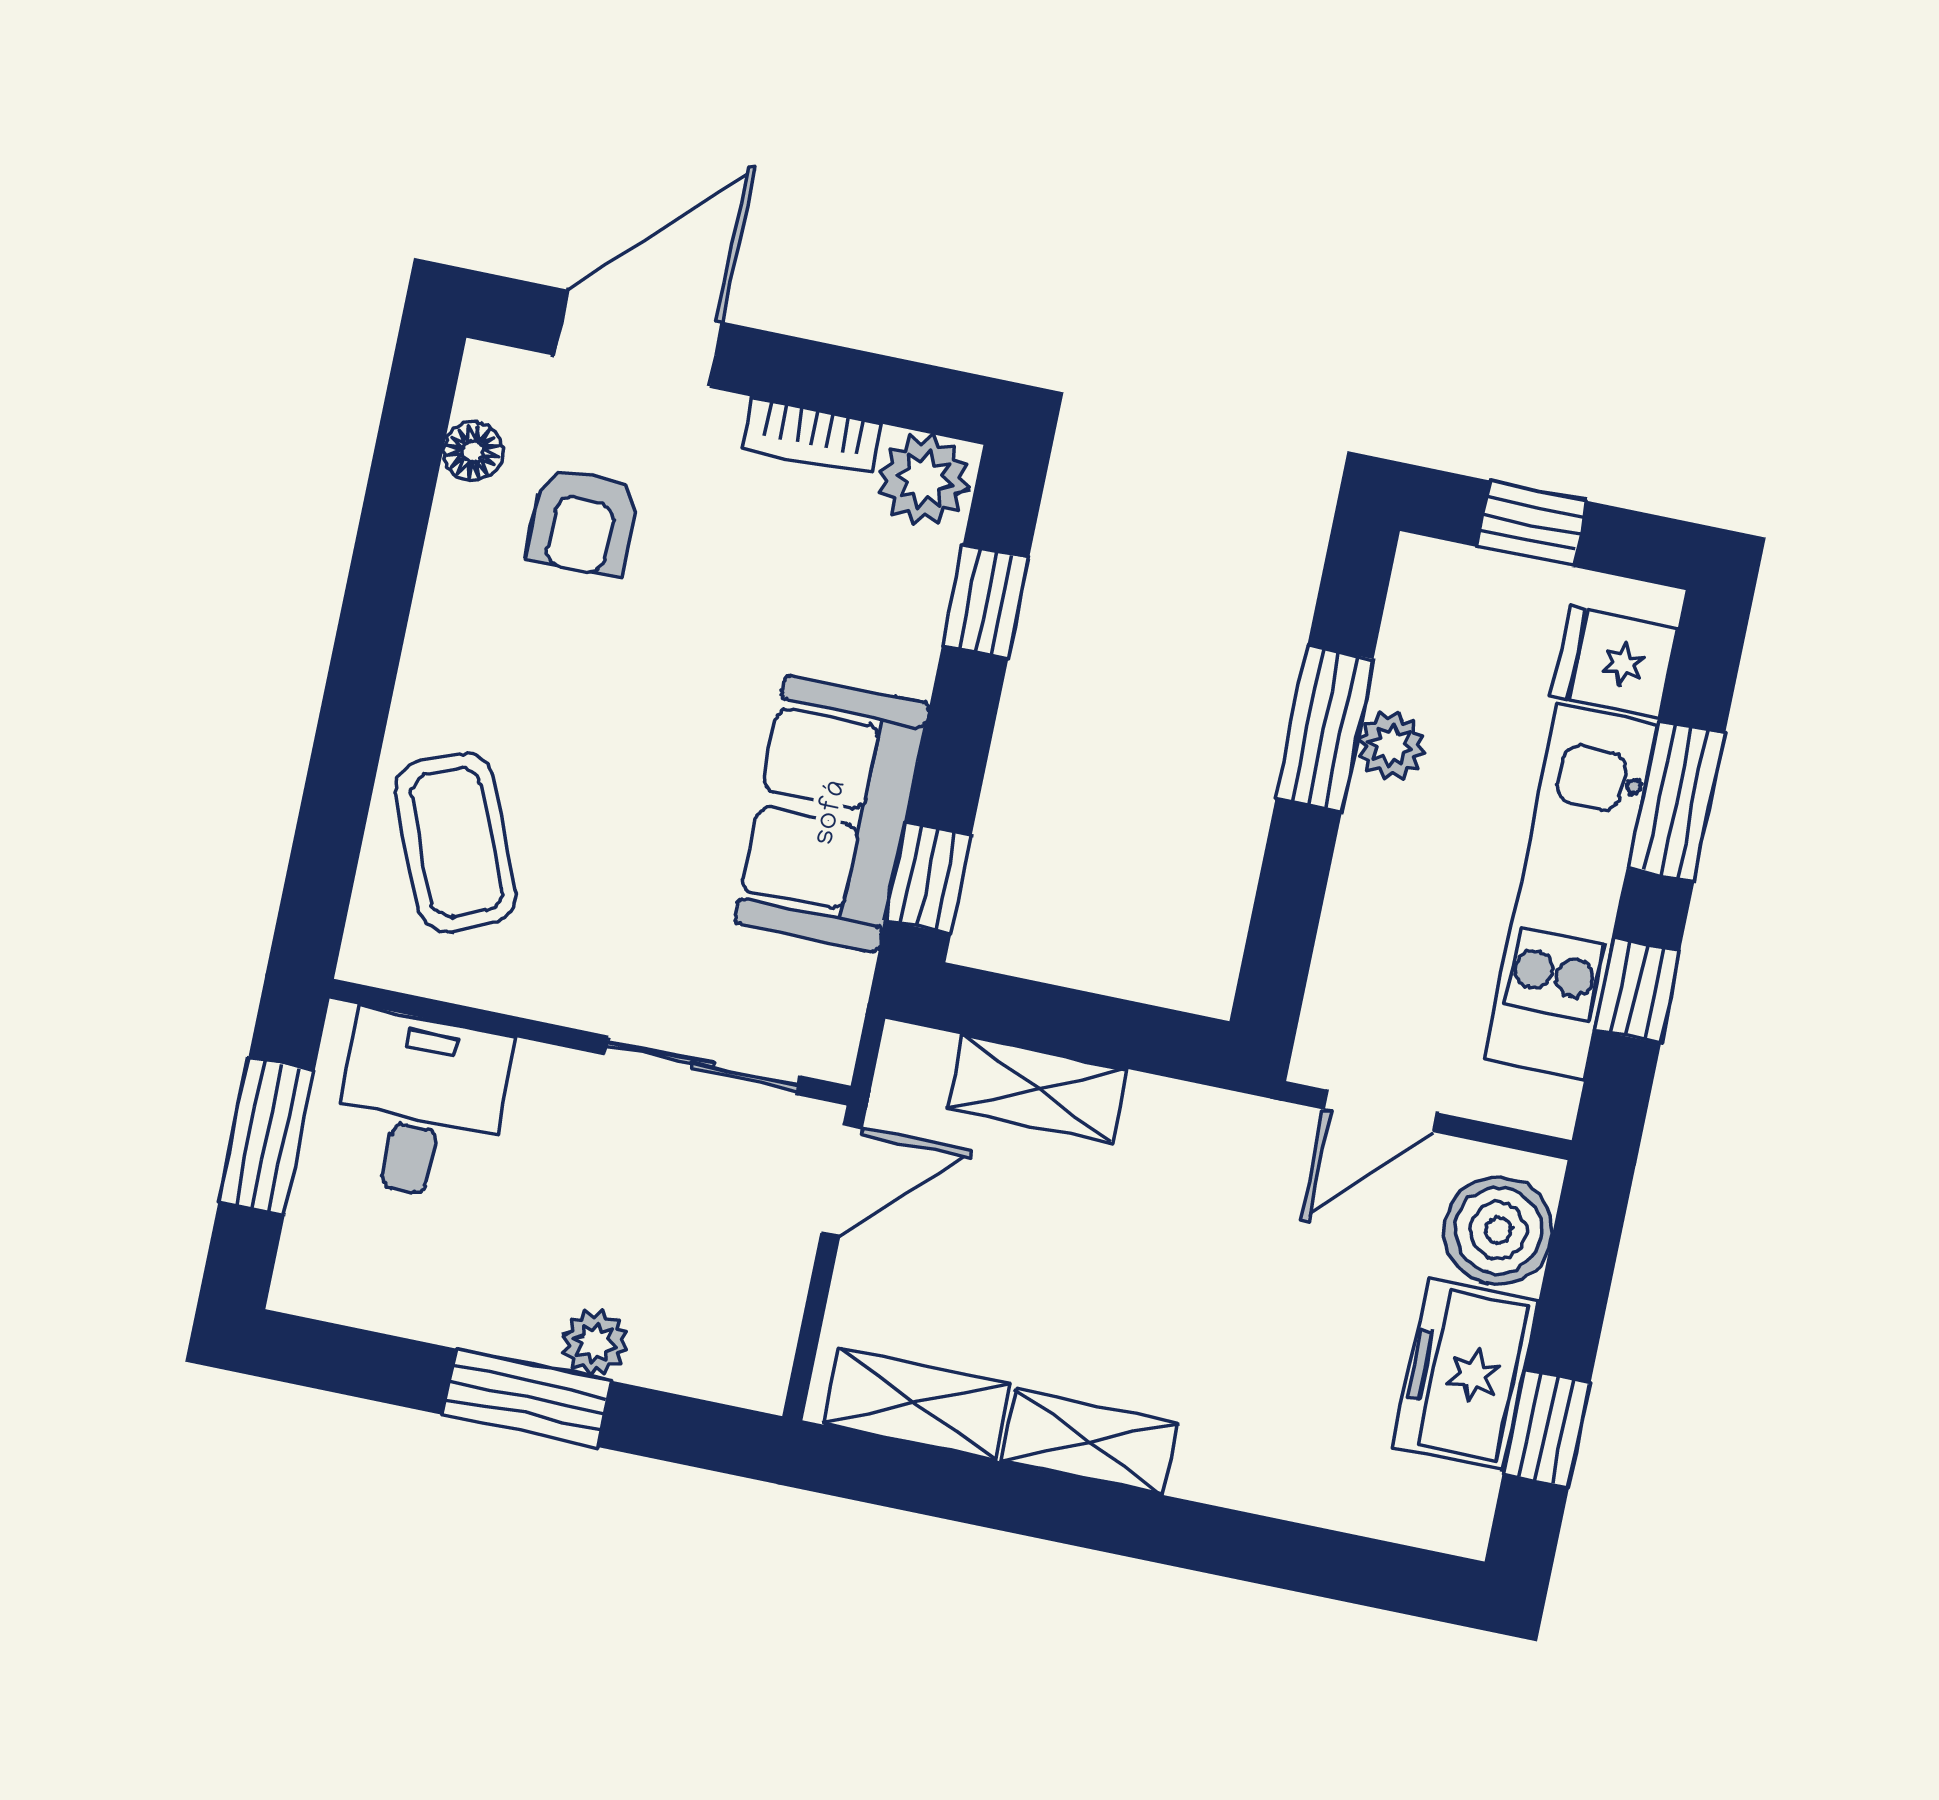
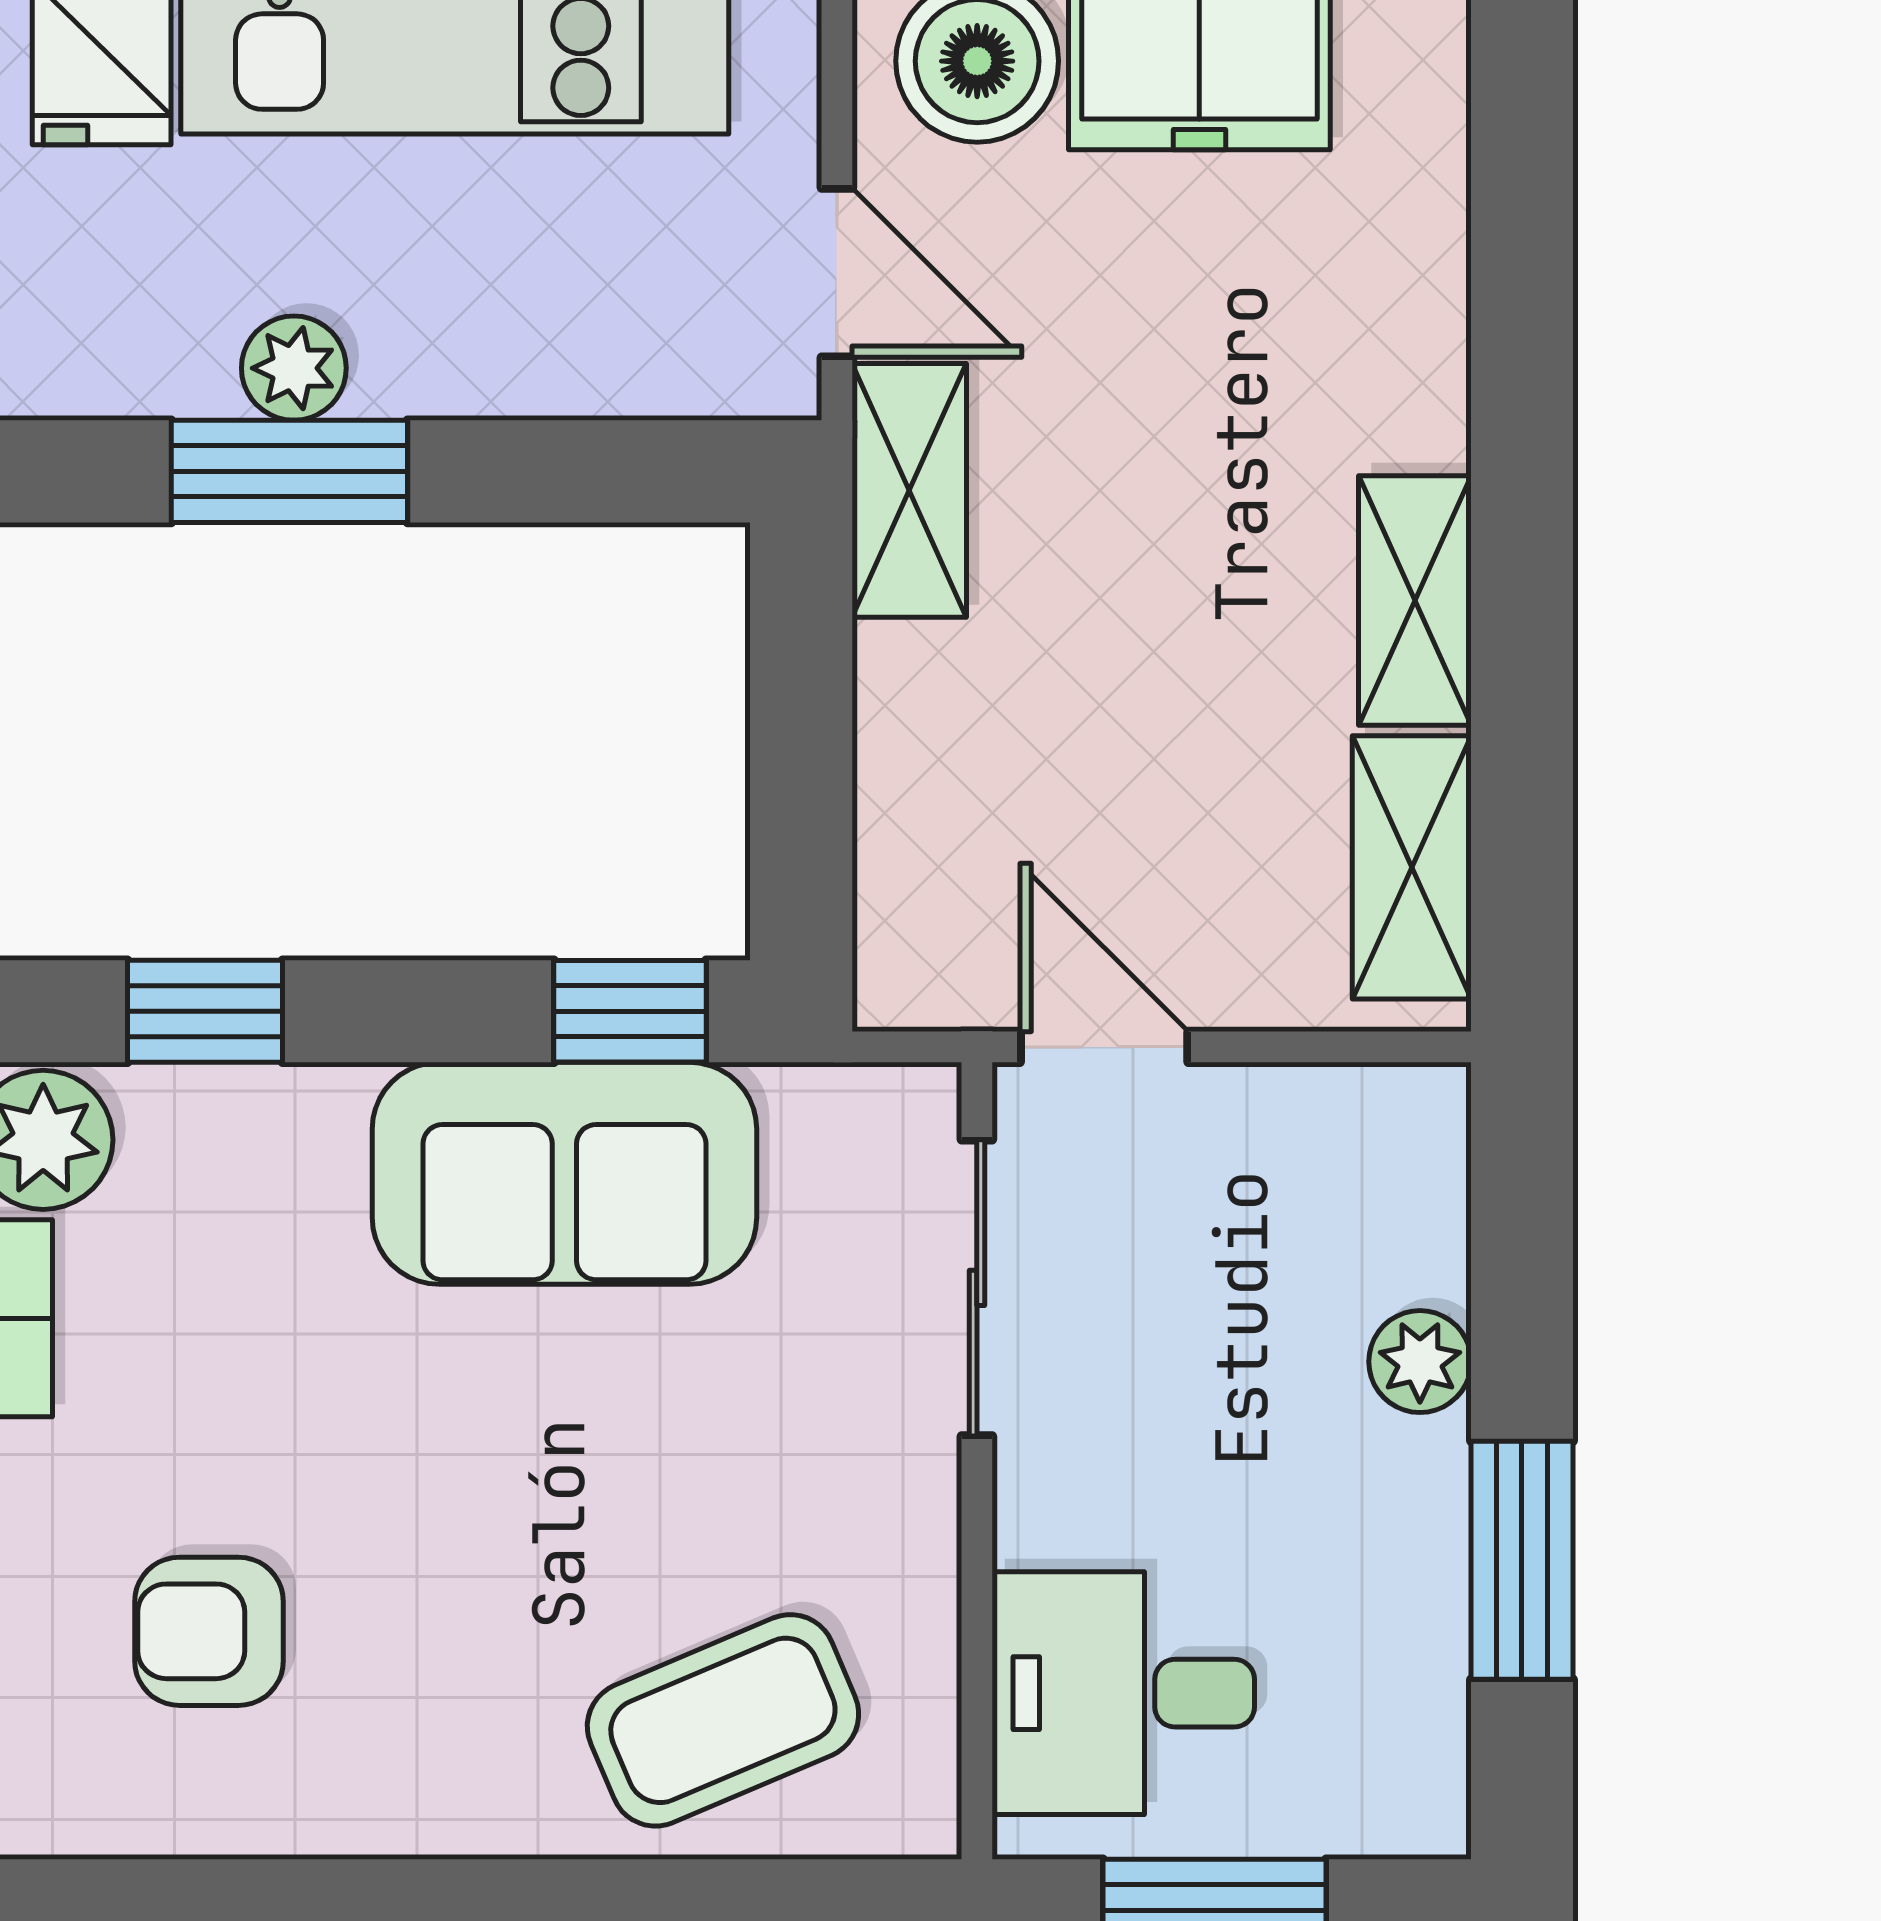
floor lamp: (473, 451) -> (139, 1815), removed
armchair: (583, 521) -> (209, 1631), turned 180
shelving: (1037, 1089) -> (909, 490), moved
window: (527, 1398) -> (1522, 1560), moved

